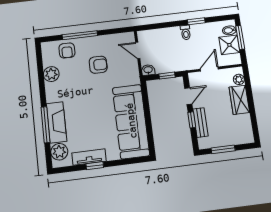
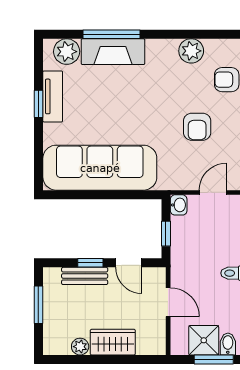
plant: (239, 79) -> (80, 347), moved

